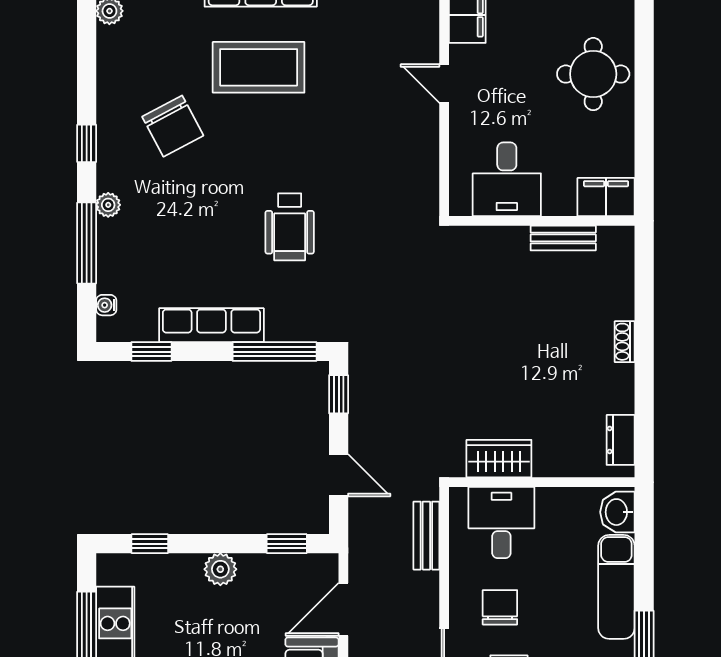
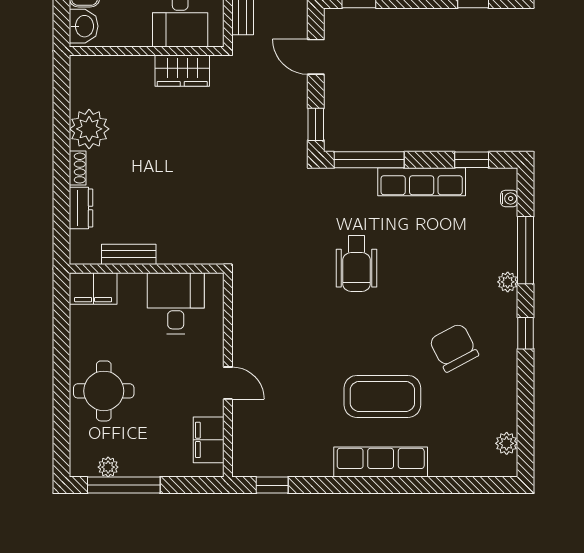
wheelchair: (290, 227) -> (357, 264), turned 180
plant: (611, 389) -> (89, 129), added
dresser: (621, 440) -> (81, 208), moved

